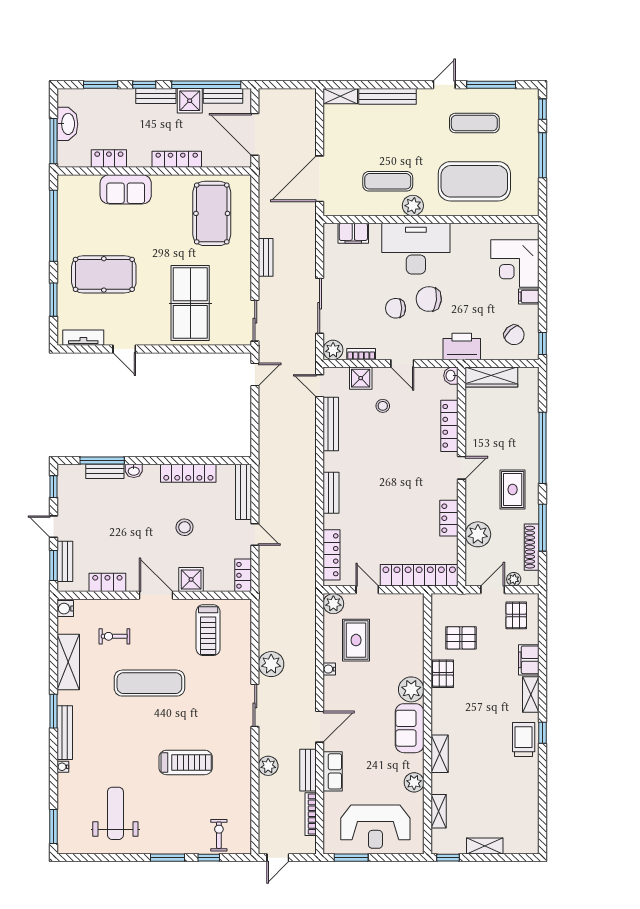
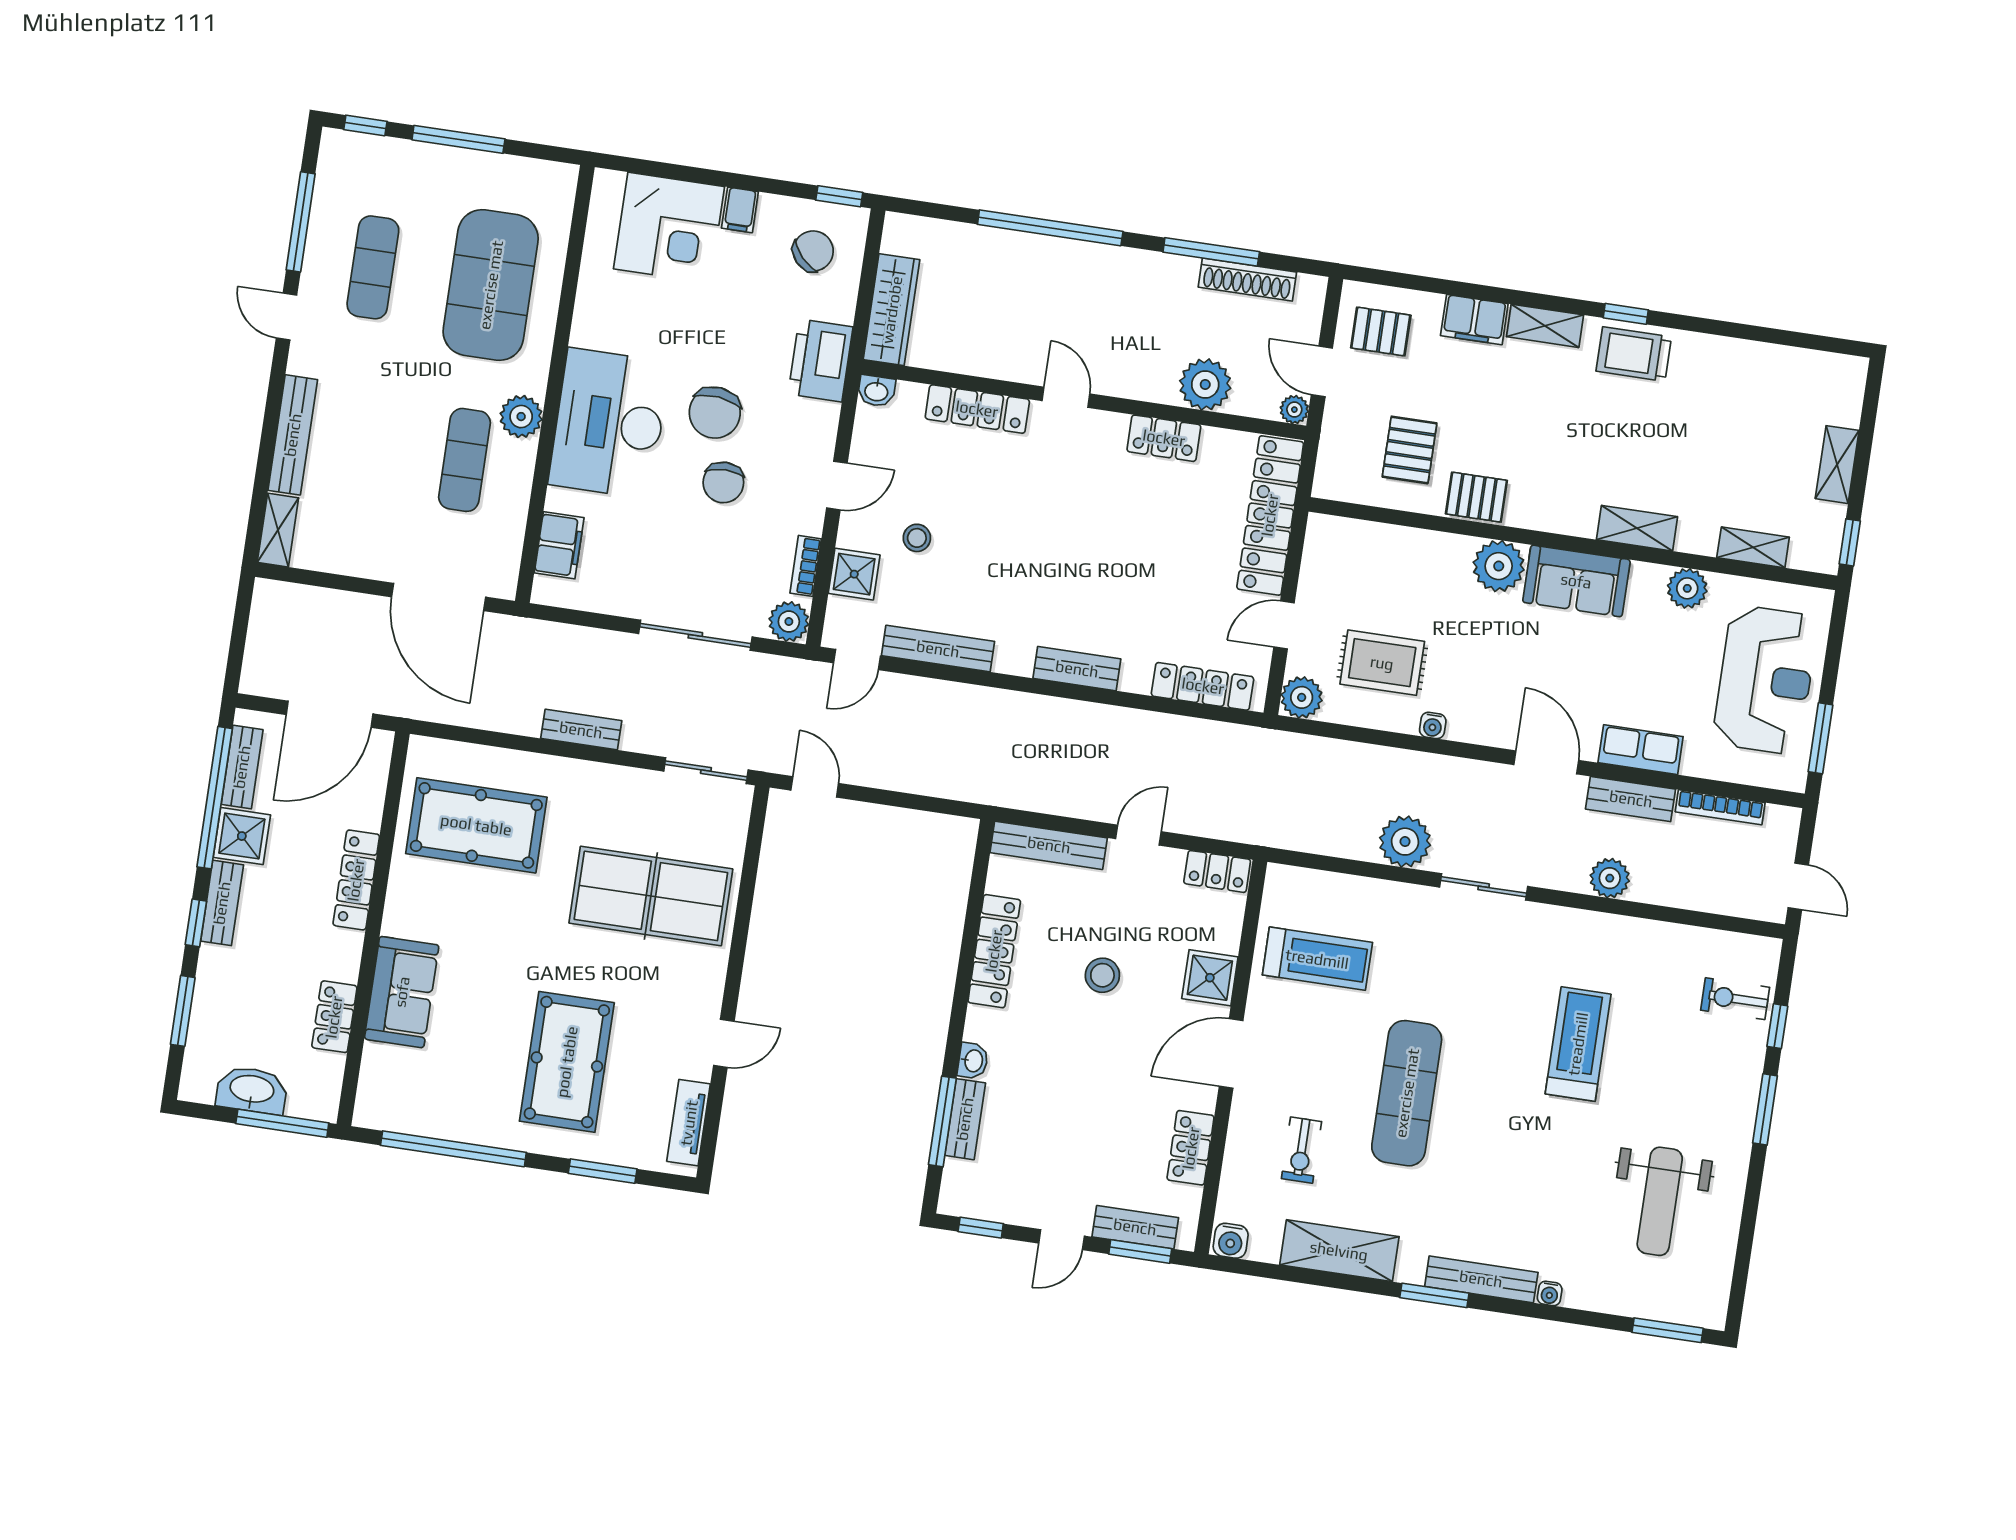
rug: (513, 490) -> (1125, 301), removed
plant: (514, 579) -> (1294, 410), moved
weight bench: (115, 813) -> (1660, 1201), turned -90

